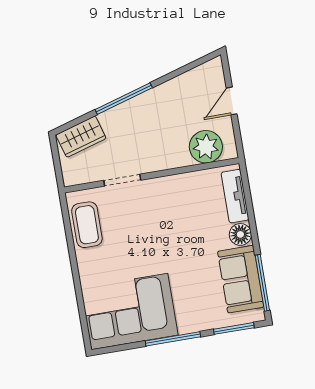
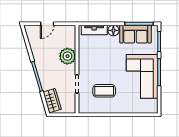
door: (232, 101) -> (47, 24), hinge flipped
plant: (206, 147) -> (67, 56), moved
coffee table: (87, 225) -> (104, 91), moved
corner sofa: (129, 312) -> (142, 76), moved

